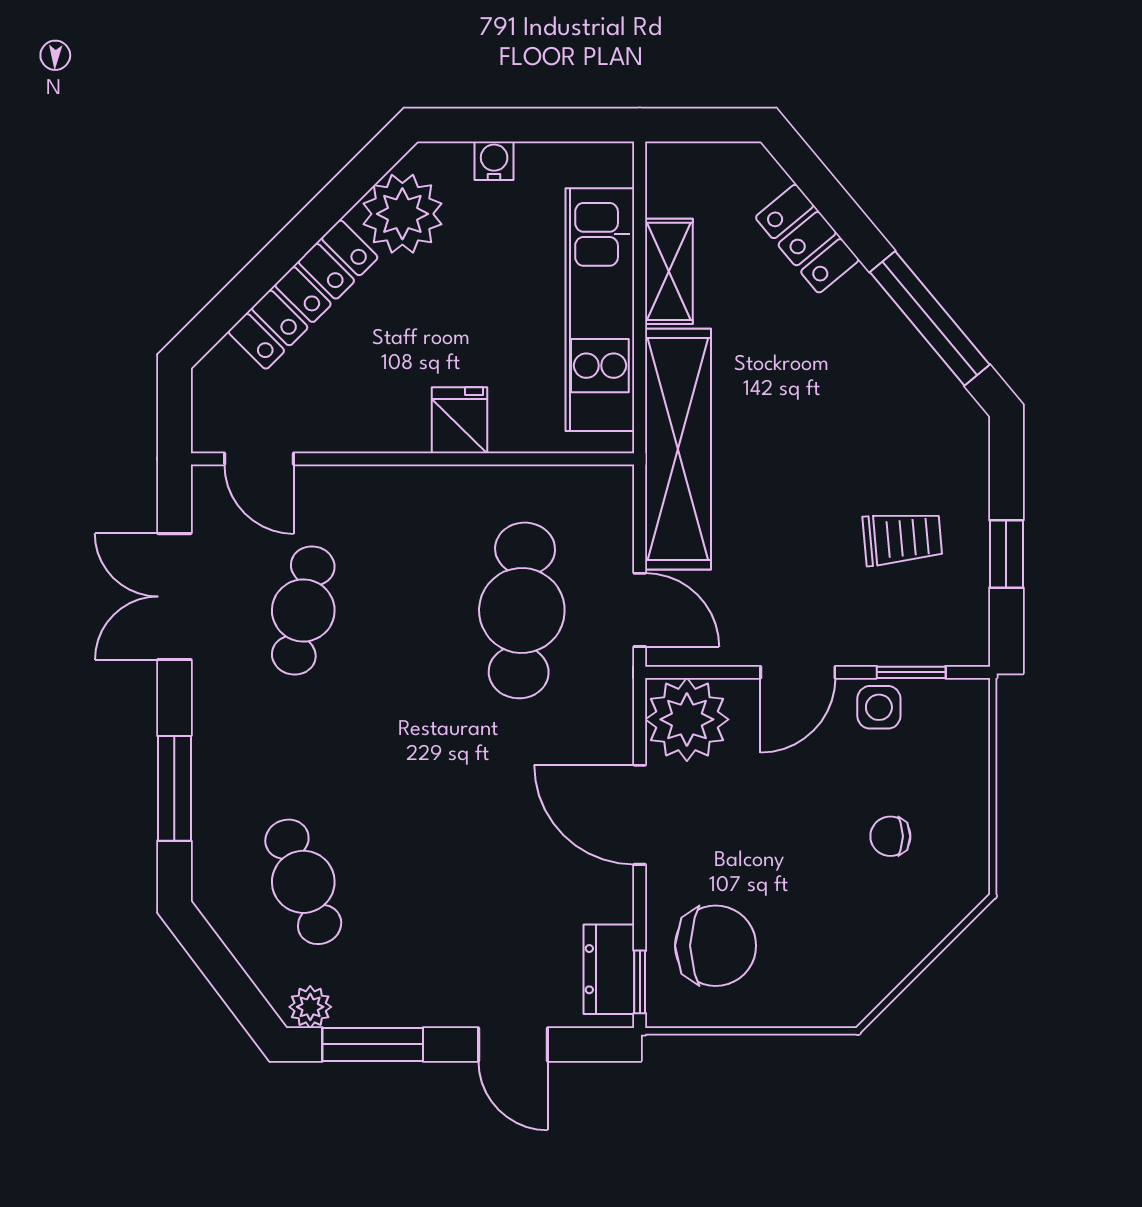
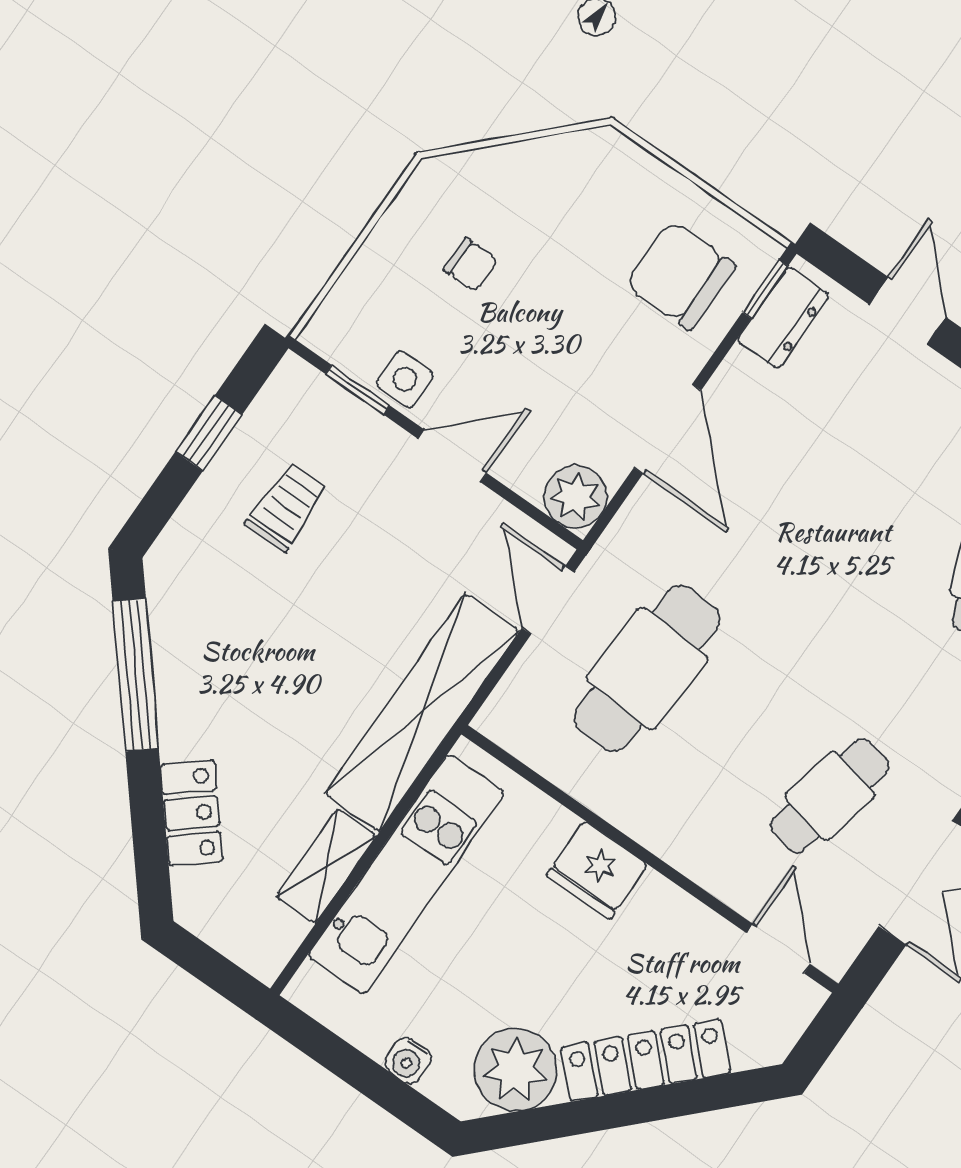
fridge: (460, 420) -> (597, 870), width x1.38
trolley: (902, 538) -> (287, 507), turned 95
plant: (687, 719) -> (575, 497), width x0.73, depth x0.73

